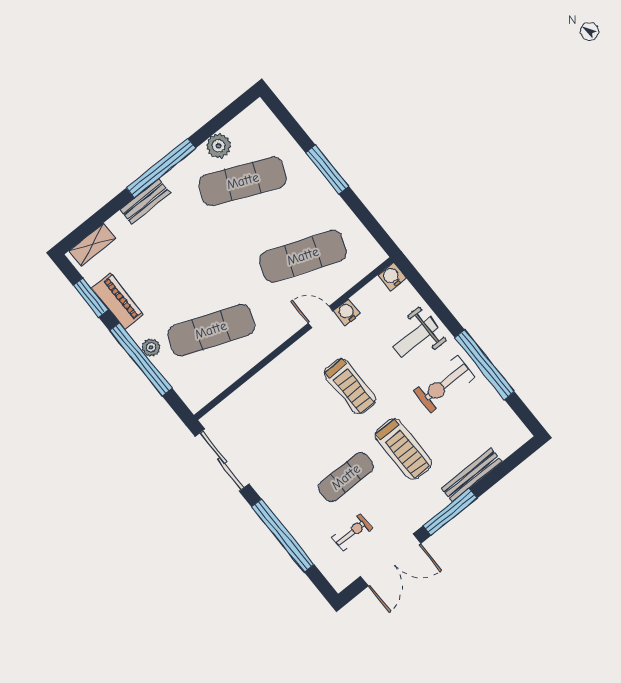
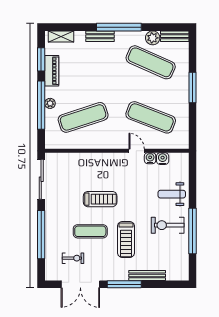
bench: (247, 119) -> (175, 36), added
water cooler: (392, 277) -> (163, 159), moved
exercise mat: (211, 330) -> (83, 117), turned -39
treadmill: (350, 386) -> (100, 199), moved, turned -90

